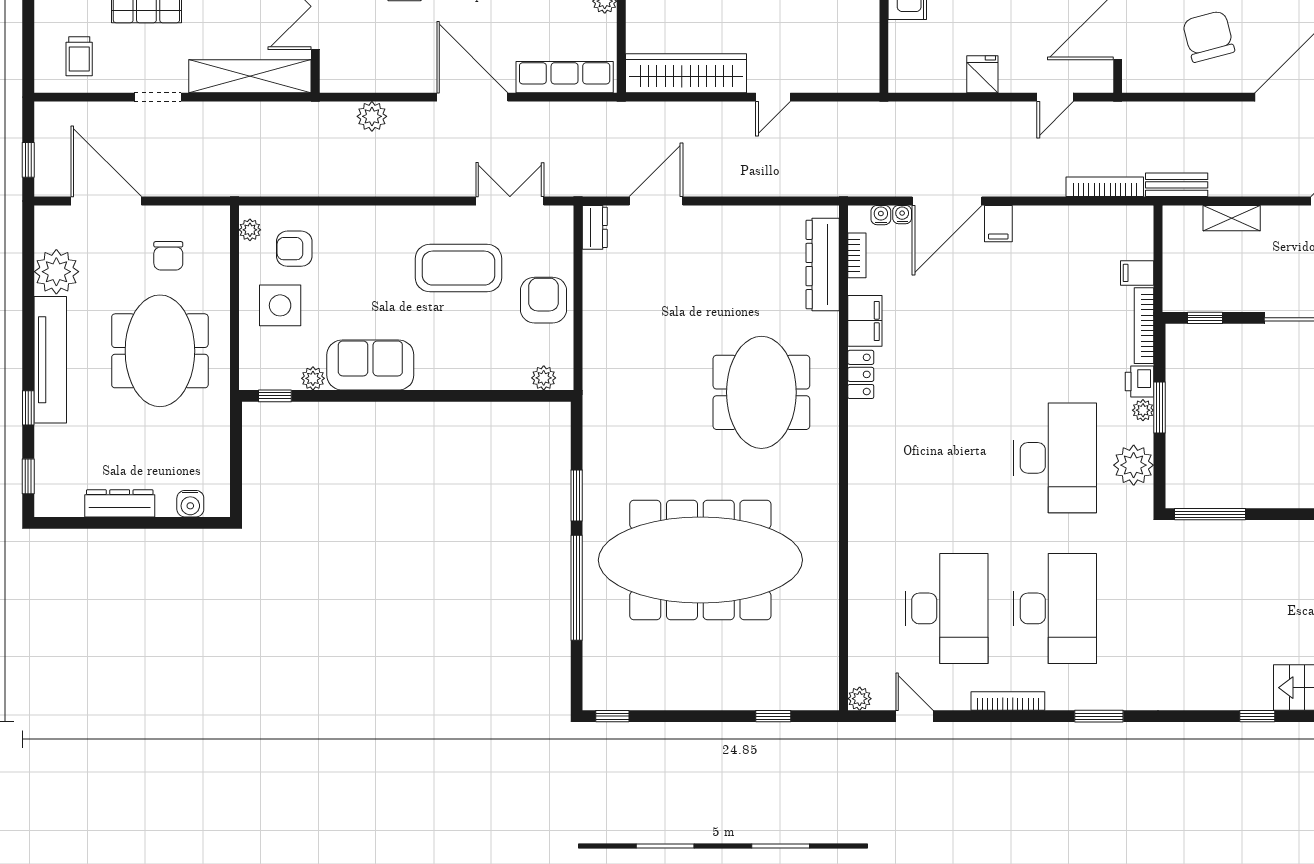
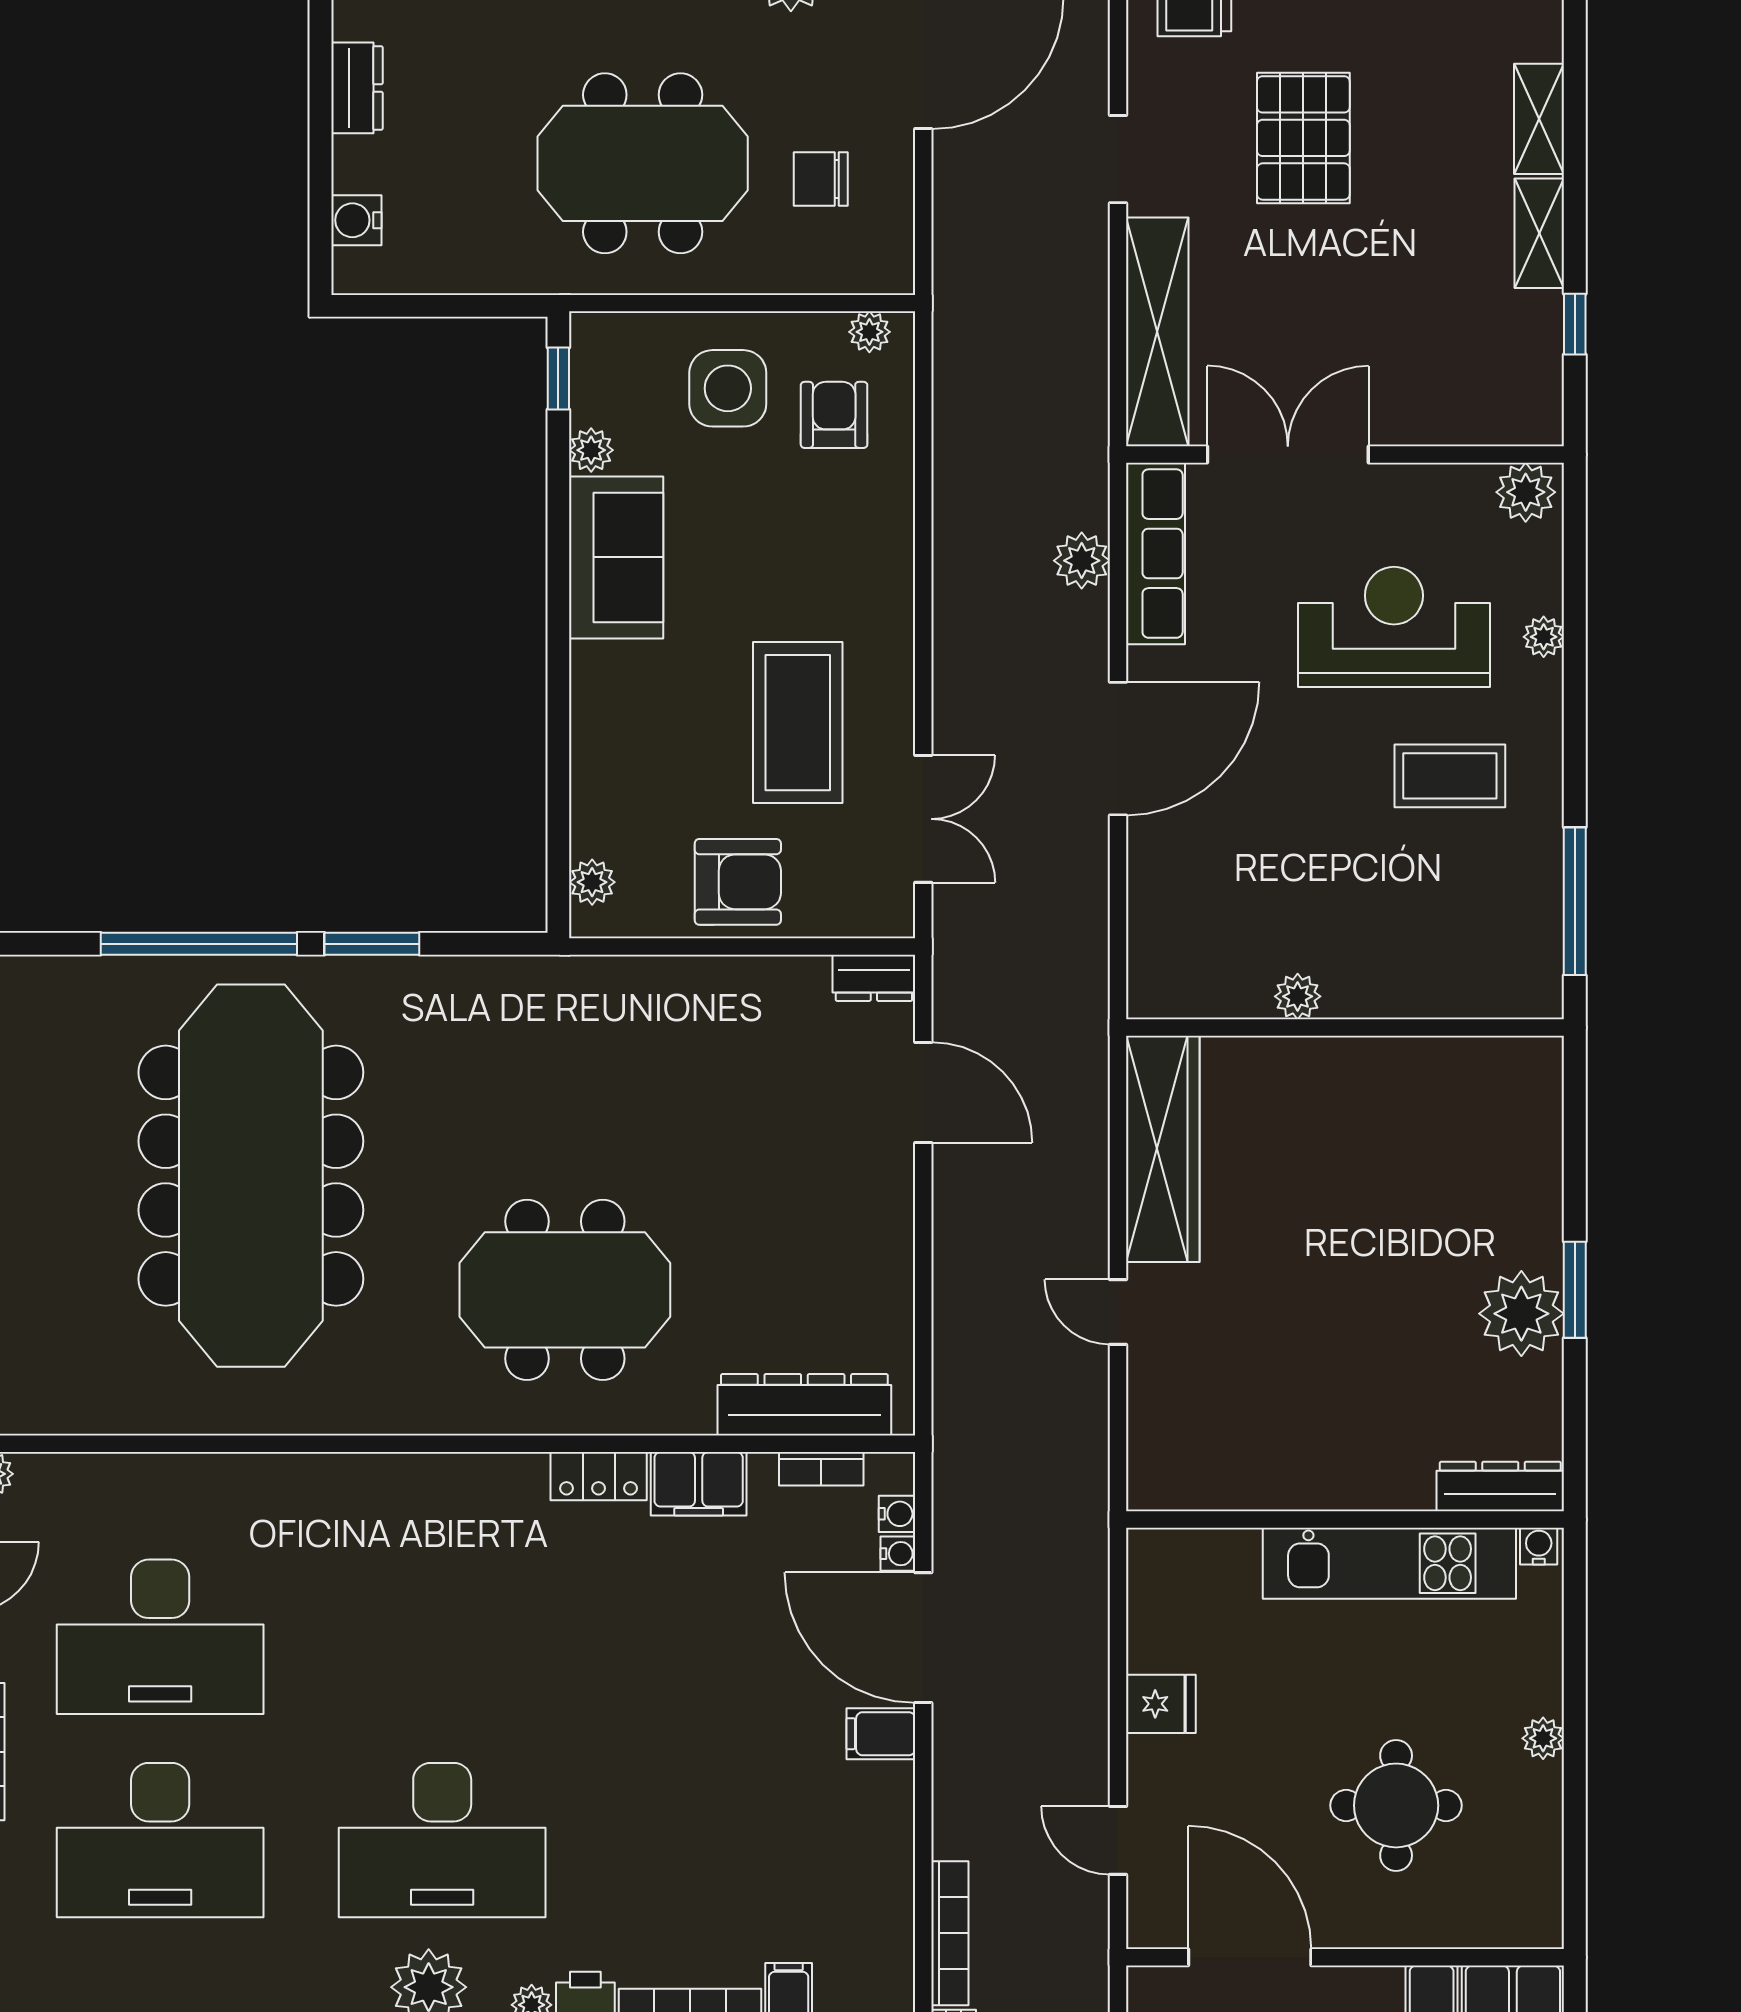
row of seats: (565, 77) -> (1155, 554), moved
dresser: (120, 503) -> (357, 88), width x0.70

